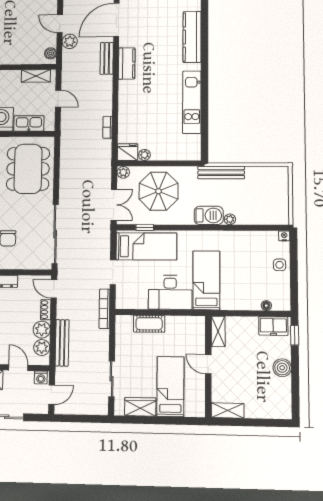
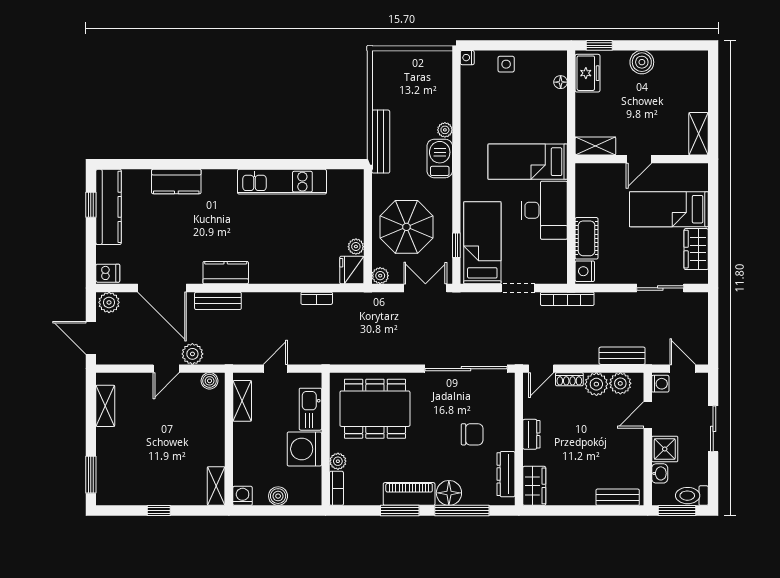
kitchen counter: (192, 37) -> (176, 182), width x0.67
nightstand: (125, 322) -> (585, 271), added
bench: (62, 343) -> (622, 356), width x0.73

